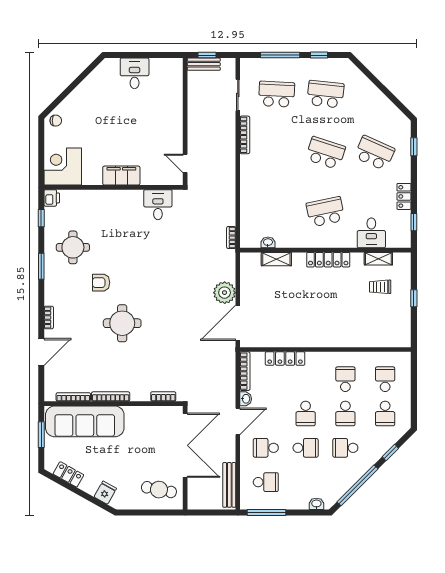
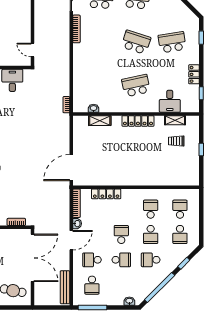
school desk: (374, 153) -> (172, 42), turned -33
plant: (225, 293) -> (61, 145), removed
school desk: (306, 413) -> (121, 234), turned 180
school desk: (266, 482) -> (92, 285), turned 90

